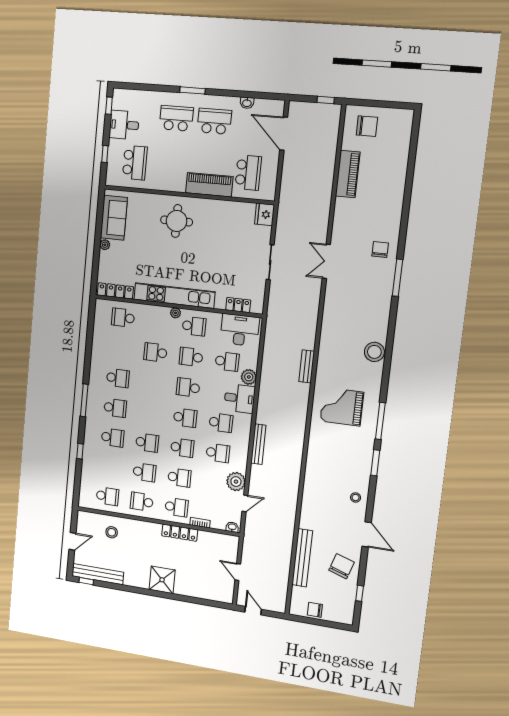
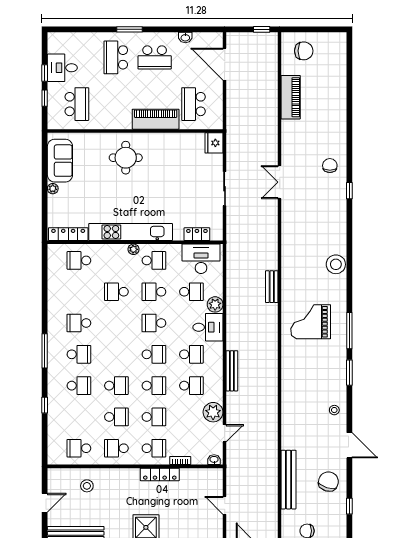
window: (109, 106) -> (45, 73), moved
school desk: (176, 118) -> (116, 57), turned -90
school desk: (214, 121) -> (155, 57), turned 180
school desk: (248, 173) -> (193, 104), turned 180
window: (398, 278) -> (349, 191), width x0.46
school desk: (118, 378) -> (79, 323), turned 180
school desk: (107, 496) -> (79, 448), turned 180

